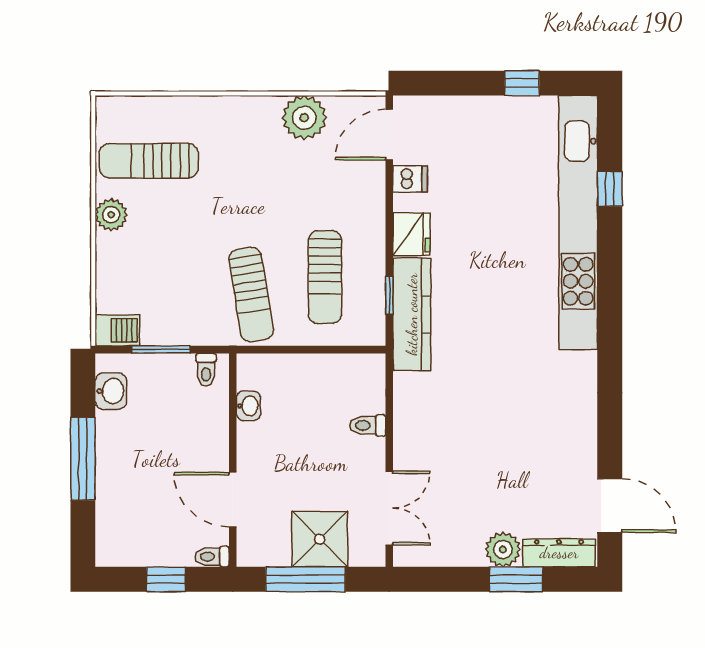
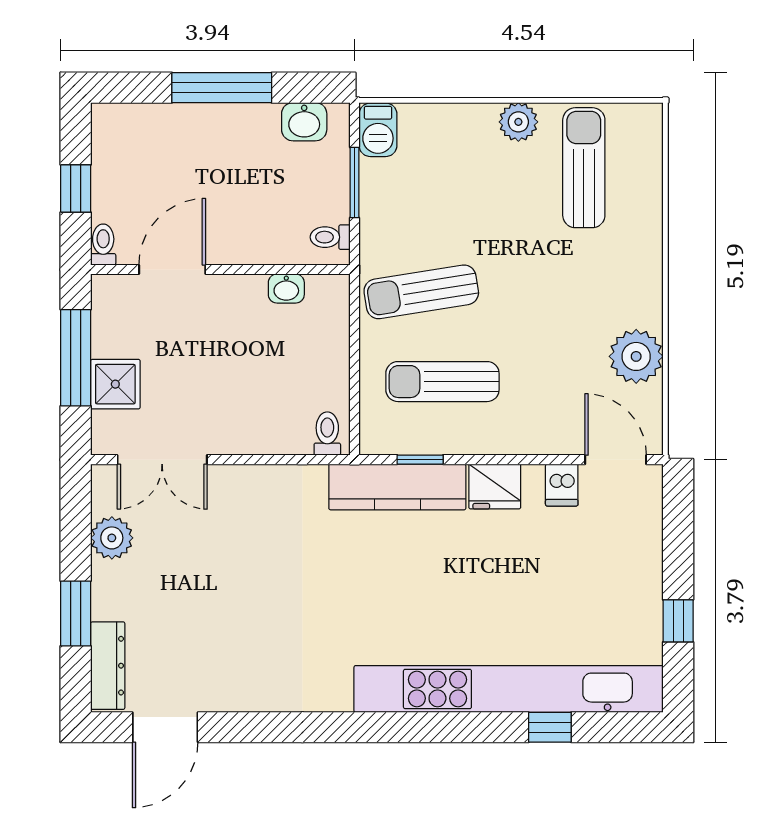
toilet: (368, 425) -> (327, 434), moved
shower: (320, 539) -> (115, 384), width x0.73, depth x0.73
plant: (503, 550) -> (112, 538), moved

